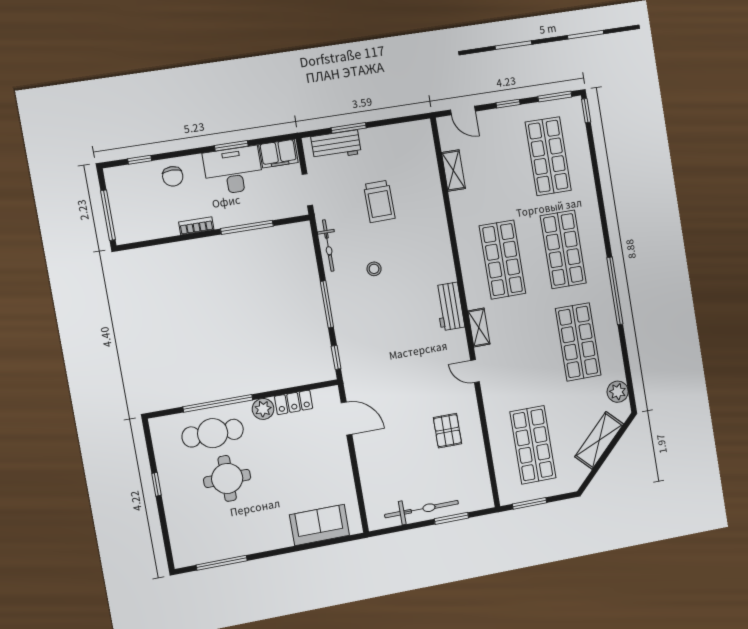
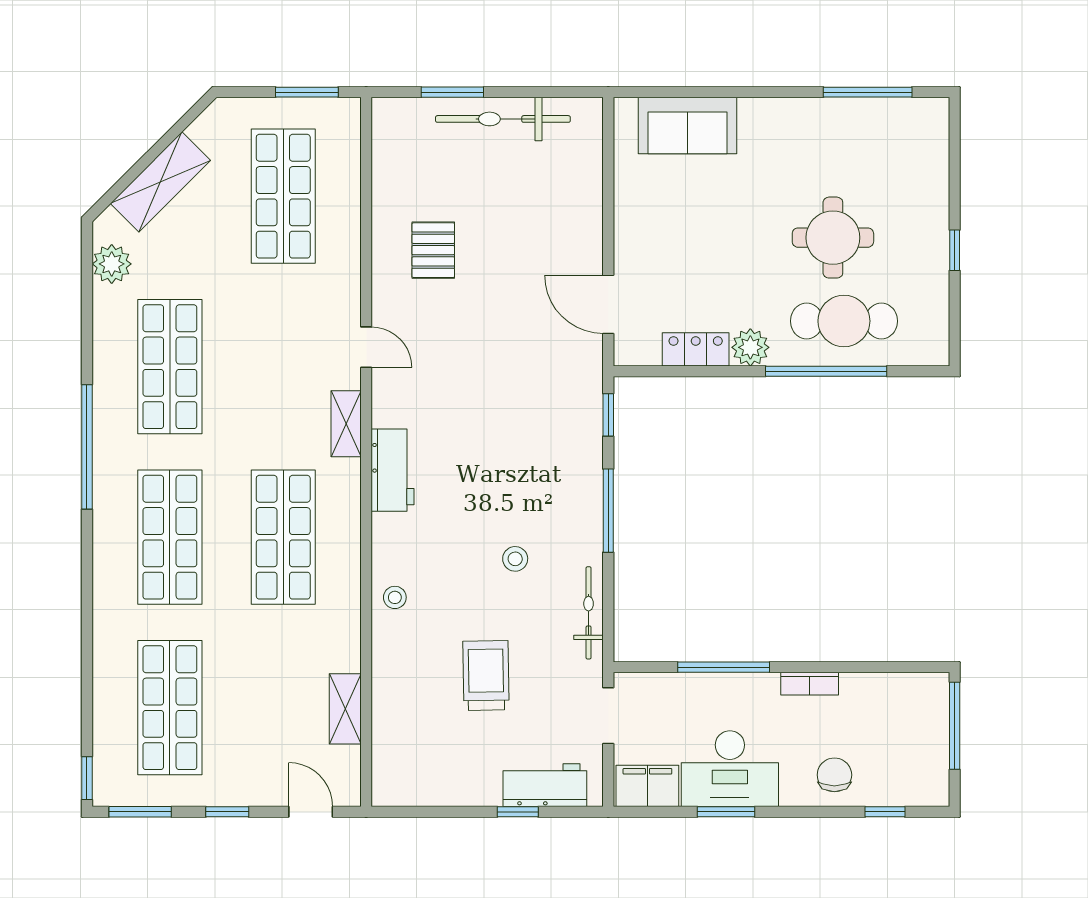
window: (349, 128) -> (518, 812), width x0.67
stool: (437, 237) -> (395, 597), added

